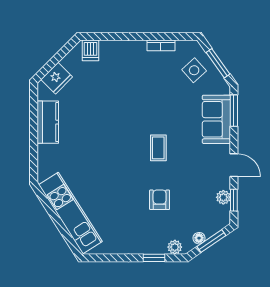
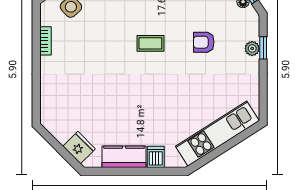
dishwasher: (90, 50) -> (156, 157), moved, turned -90
plant: (175, 247) -> (252, 48), moved

